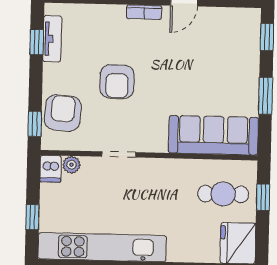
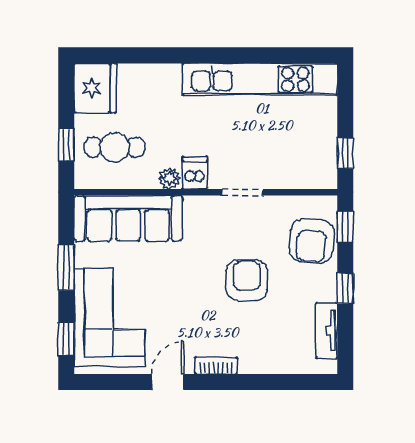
window: (37, 42) -> (345, 288), moved
corner sofa: (231, 54) -> (109, 318), added
plant: (71, 165) -> (169, 178), moved
dishwasher: (51, 169) -> (195, 173), moved
window: (32, 217) -> (345, 153), moved

